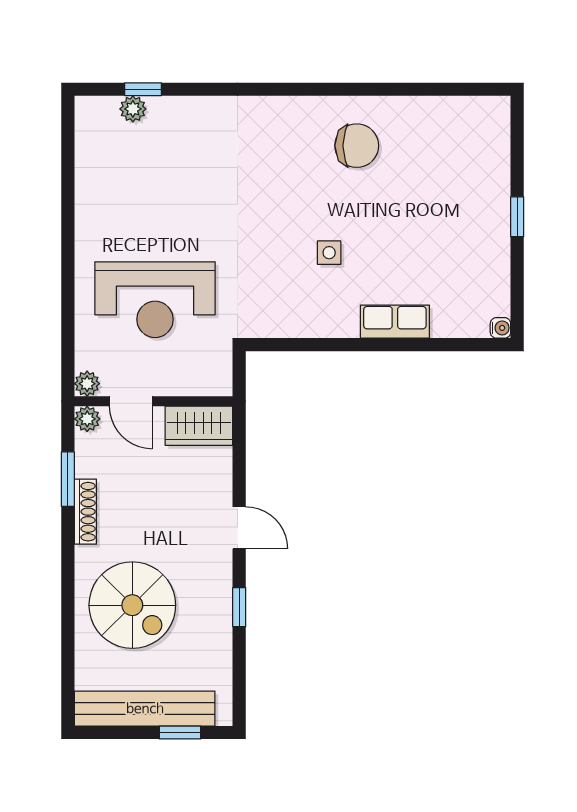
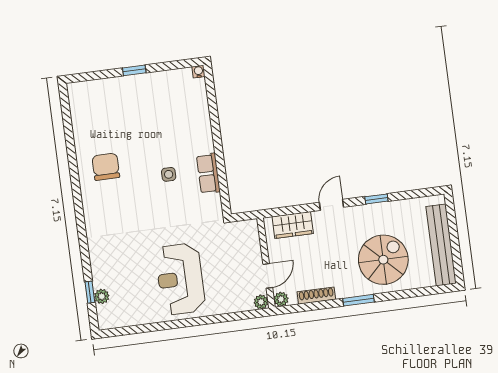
reception desk: (155, 300) -> (180, 279), moved, turned 180
row of seats: (395, 322) -> (208, 173), moved
wardrobe: (199, 426) -> (293, 225), moved, turned 90
window: (68, 479) -> (359, 300), moved
shoe rack: (85, 512) -> (316, 296), moved
window: (180, 733) -> (452, 223), removed

